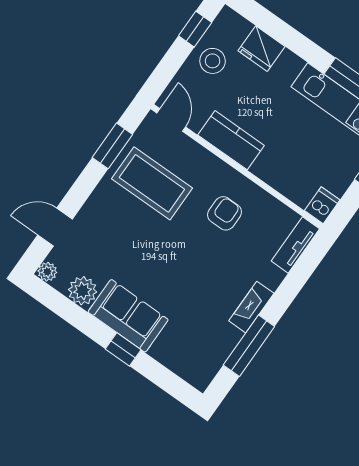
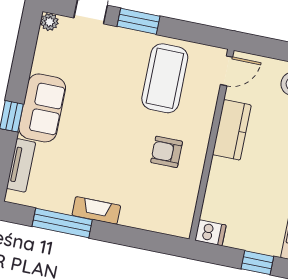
window: (112, 146) -> (138, 21), moved
armchair: (225, 213) -> (167, 152), turned 180
tv unit: (295, 245) -> (21, 165), moved, turned 90
plant: (83, 291) -> (46, 59), removed

